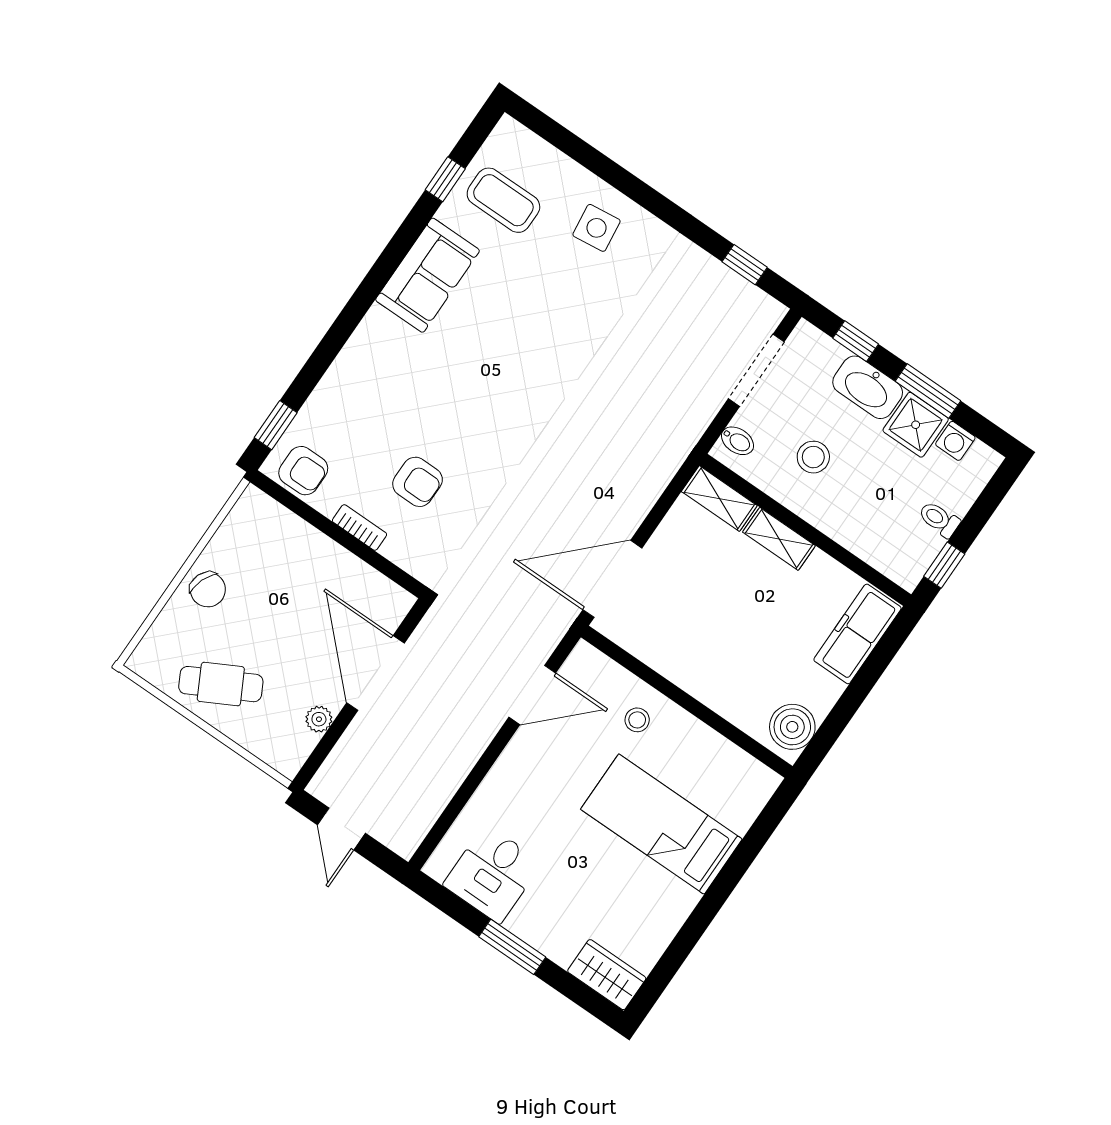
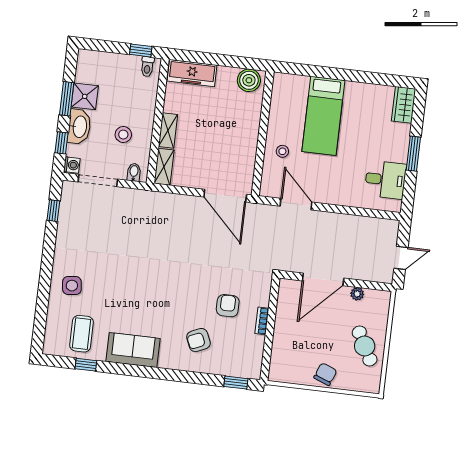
washing machine: (955, 441) -> (72, 165), moved
armchair: (303, 471) -> (198, 340), moved, turned -114
toilet: (939, 519) -> (147, 67), moved

